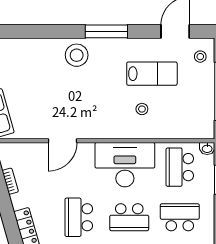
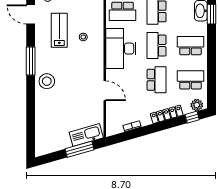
school desk: (79, 217) -> (157, 80), turned -90
school desk: (129, 217) -> (157, 46), turned 180

